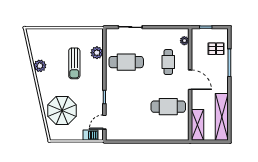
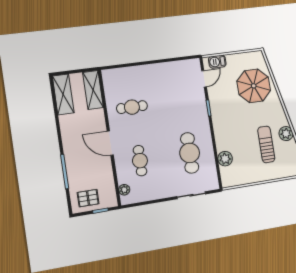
pallet: (216, 49) -> (88, 198), moved
cafe table: (126, 62) -> (190, 153), turned 90
sun lounger: (74, 63) -> (266, 144), moved
cafe table: (168, 107) -> (132, 107), width x0.73, depth x0.74
shelving: (222, 117) -> (63, 94), width x0.68

